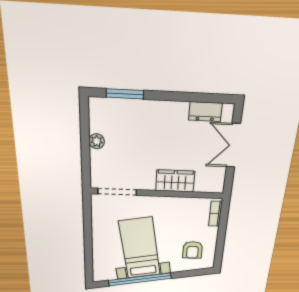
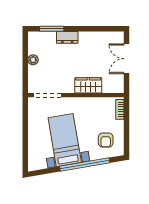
dresser: (205, 112) -> (67, 37), moved
window: (140, 279) -> (85, 165), moved

